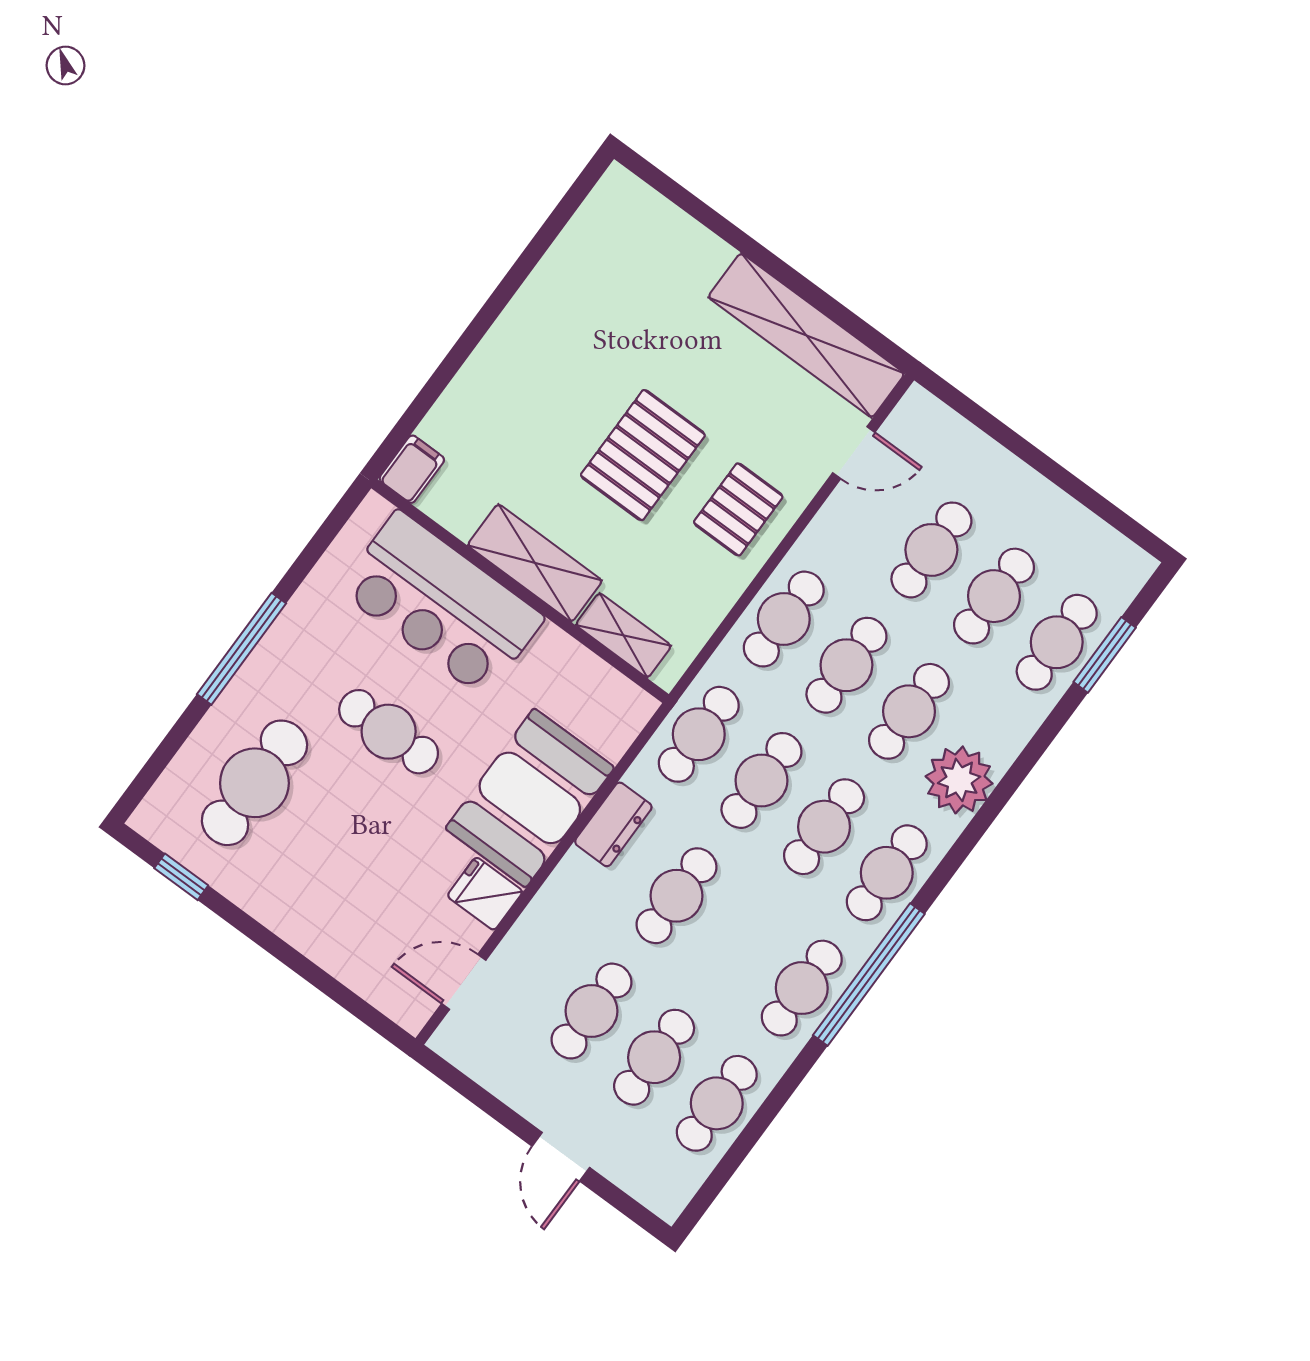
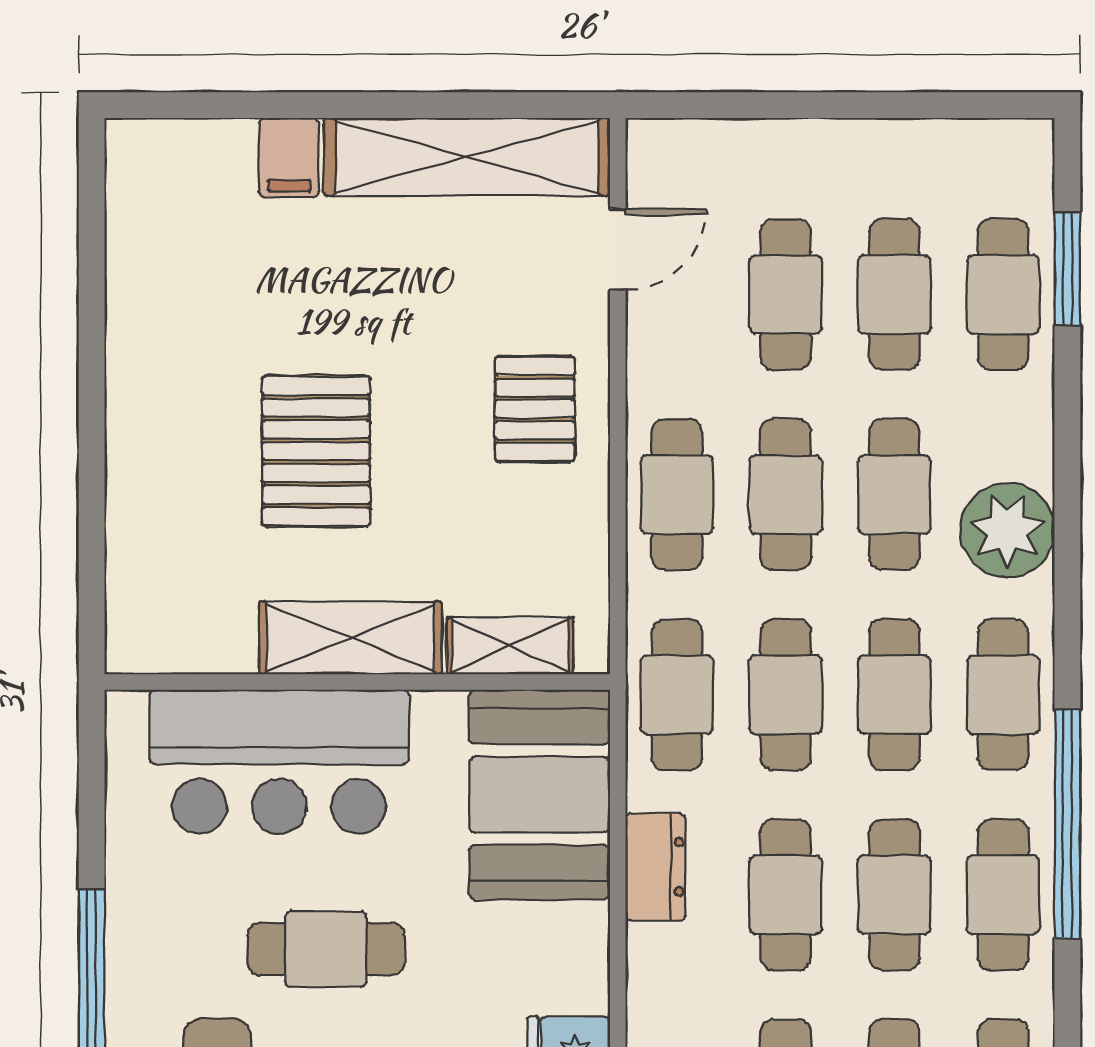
pallet: (643, 455) -> (316, 451), moved
filing cabinet: (412, 469) -> (289, 158), moved, turned 180
booth: (530, 798) -> (540, 795), moved
cafe table: (739, 942) -> (894, 895), added

